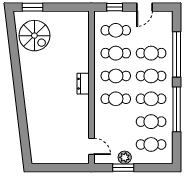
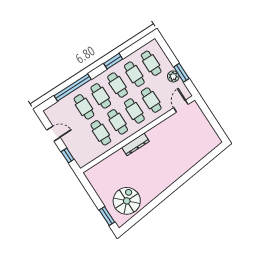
cafe table: (116, 30) -> (151, 100), moved
dresser: (83, 84) -> (135, 144), width x1.44
window: (177, 109) -> (113, 61), width x0.47

